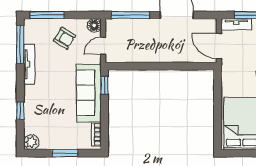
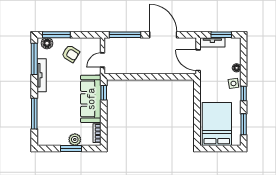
floor lamp: (94, 25) -> (47, 43), moved
window: (20, 111) -> (34, 114), width x2.17
plant: (31, 142) -> (75, 139), moved

